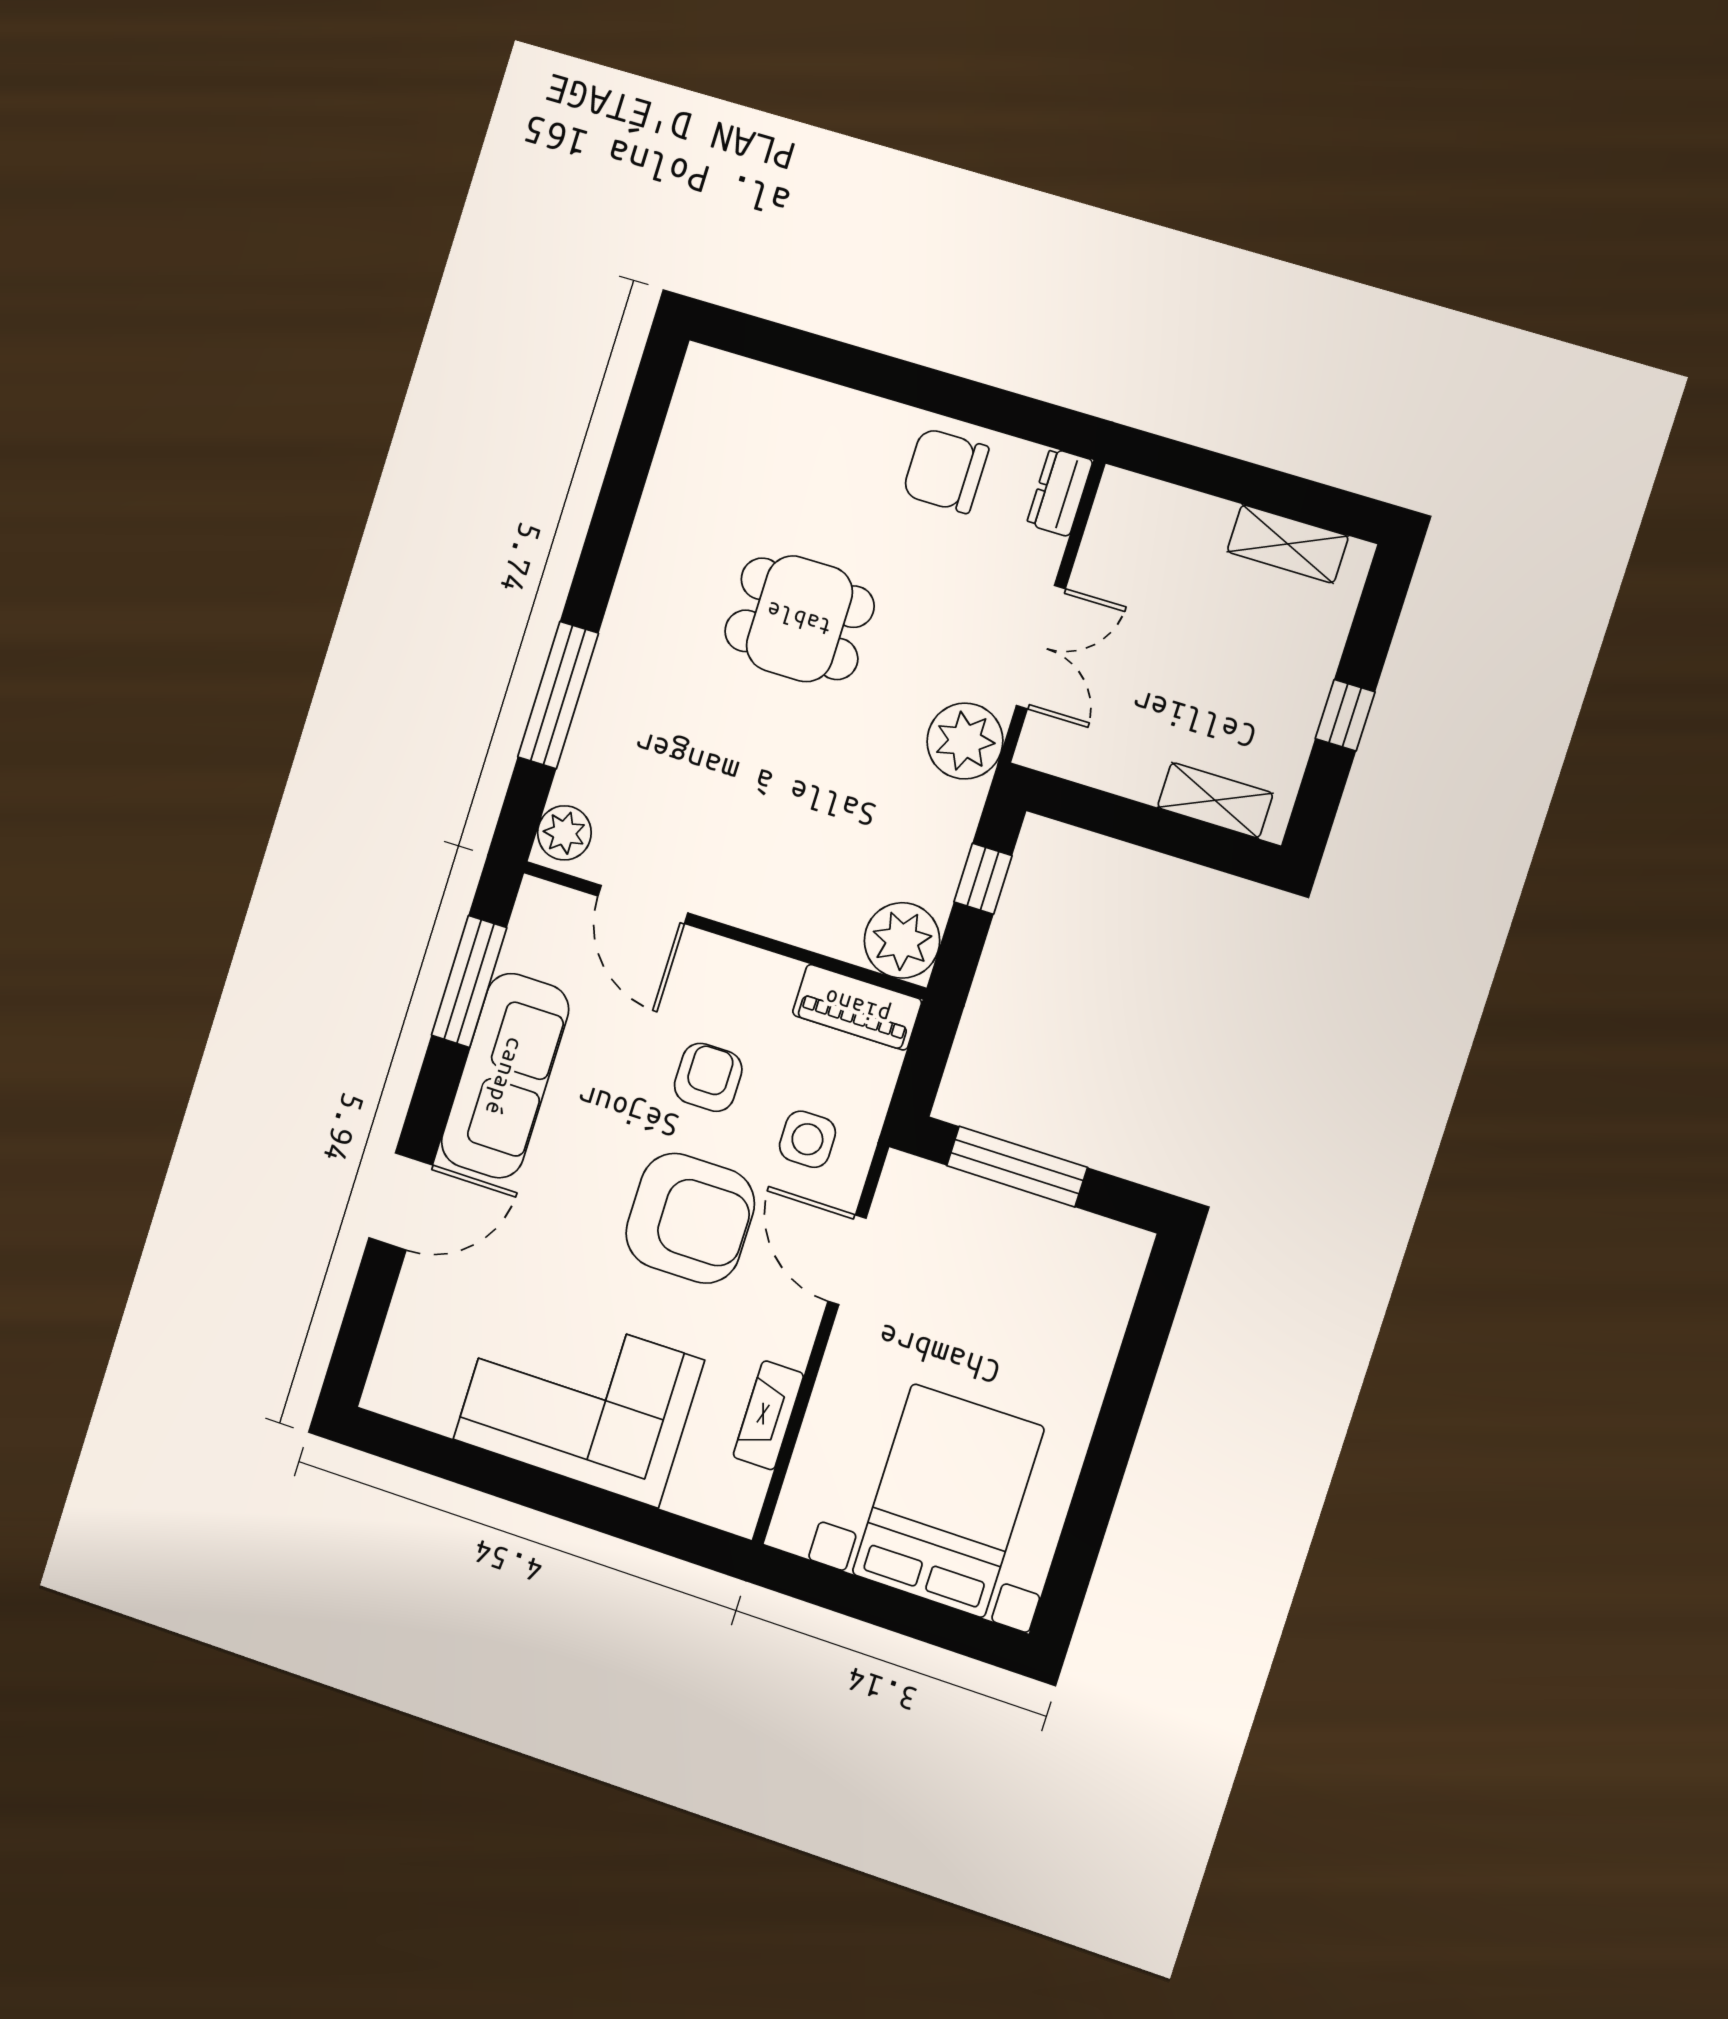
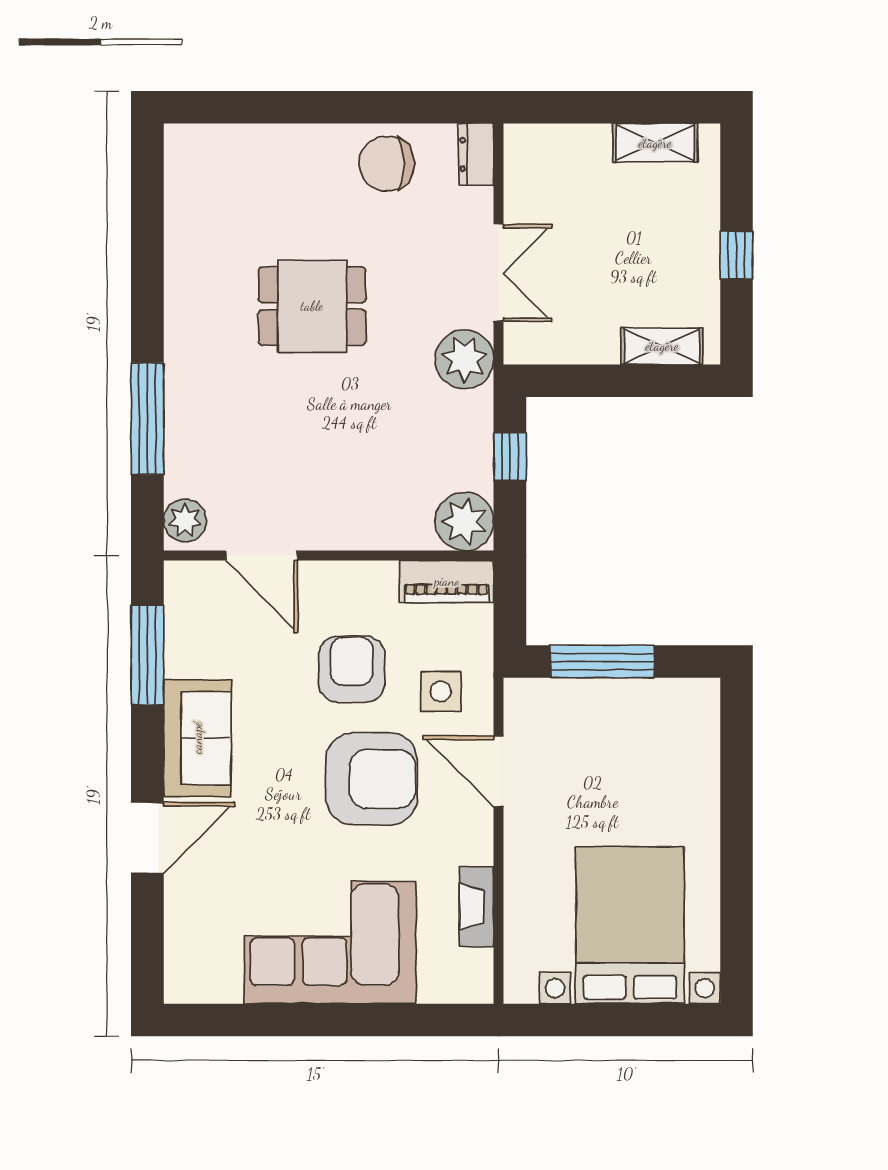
sofa: (505, 1076) -> (197, 738), width x0.73
armchair: (708, 1077) -> (352, 669), width x1.38, depth x1.38

